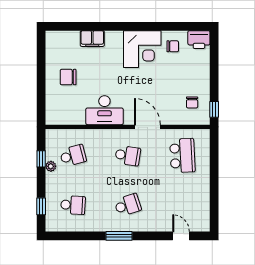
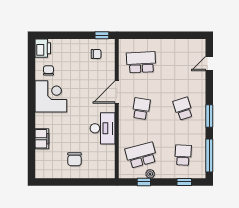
school desk: (73, 156) -> (141, 155), width x1.85
window: (72, 236) -> (209, 156), added

